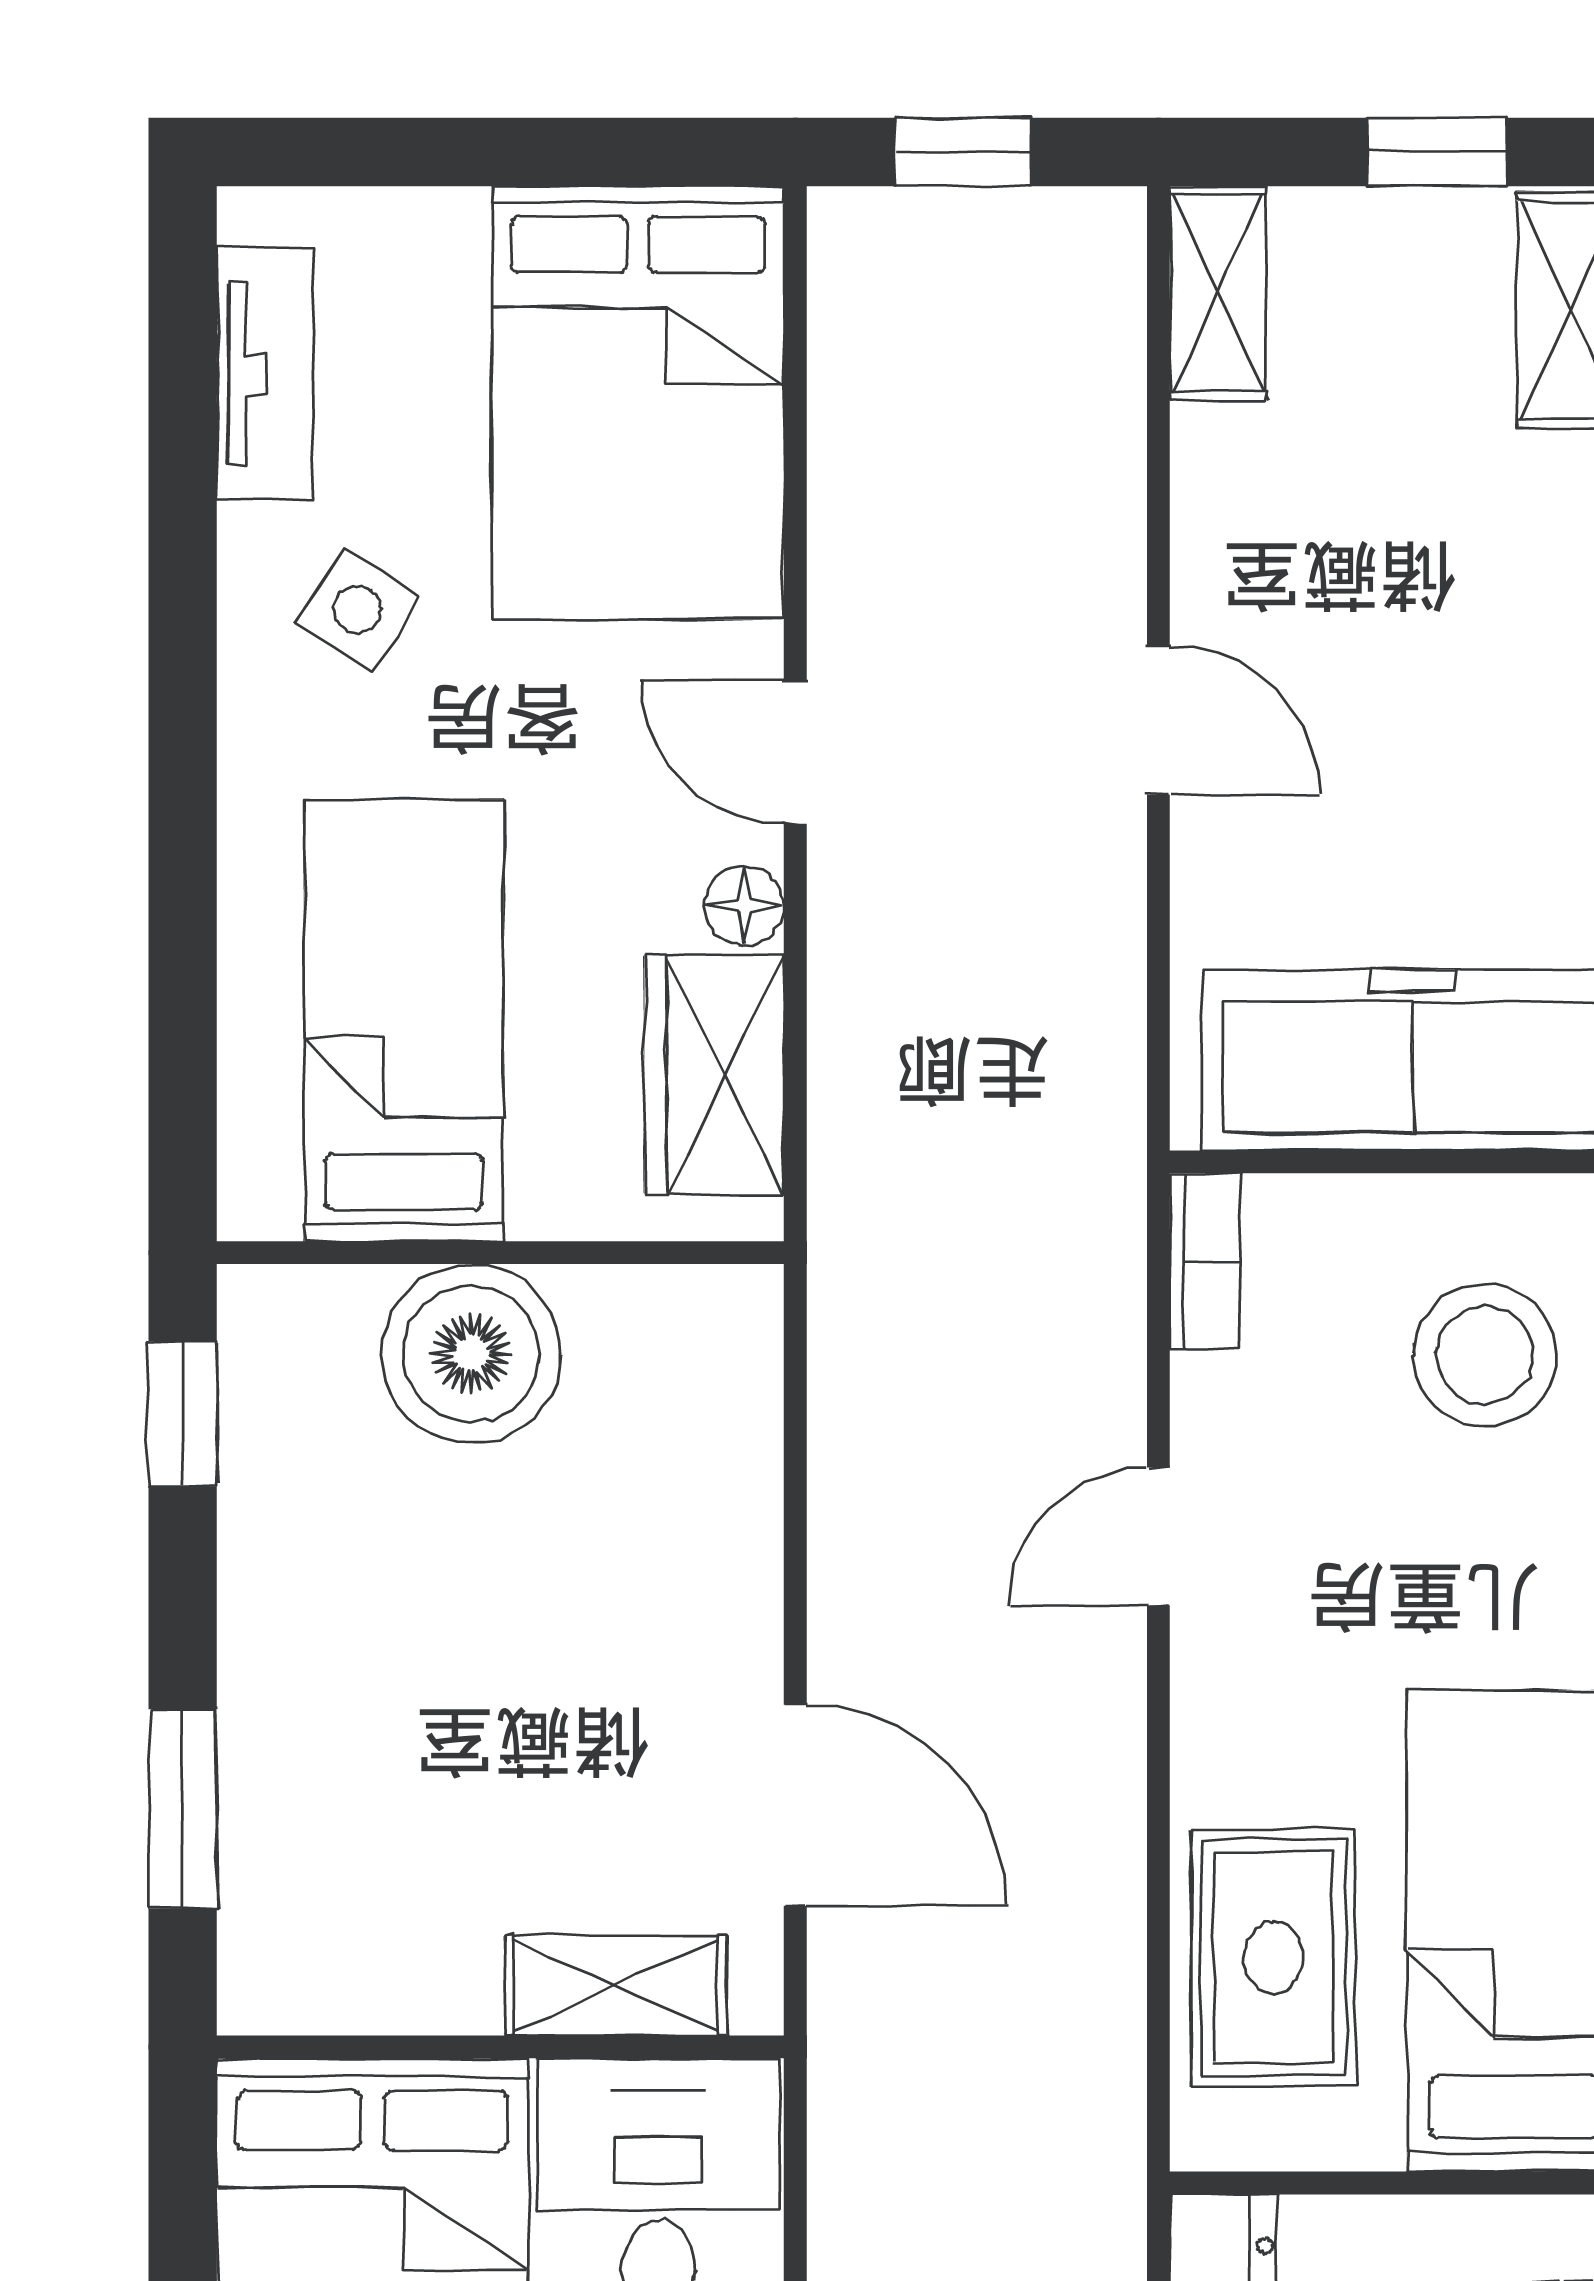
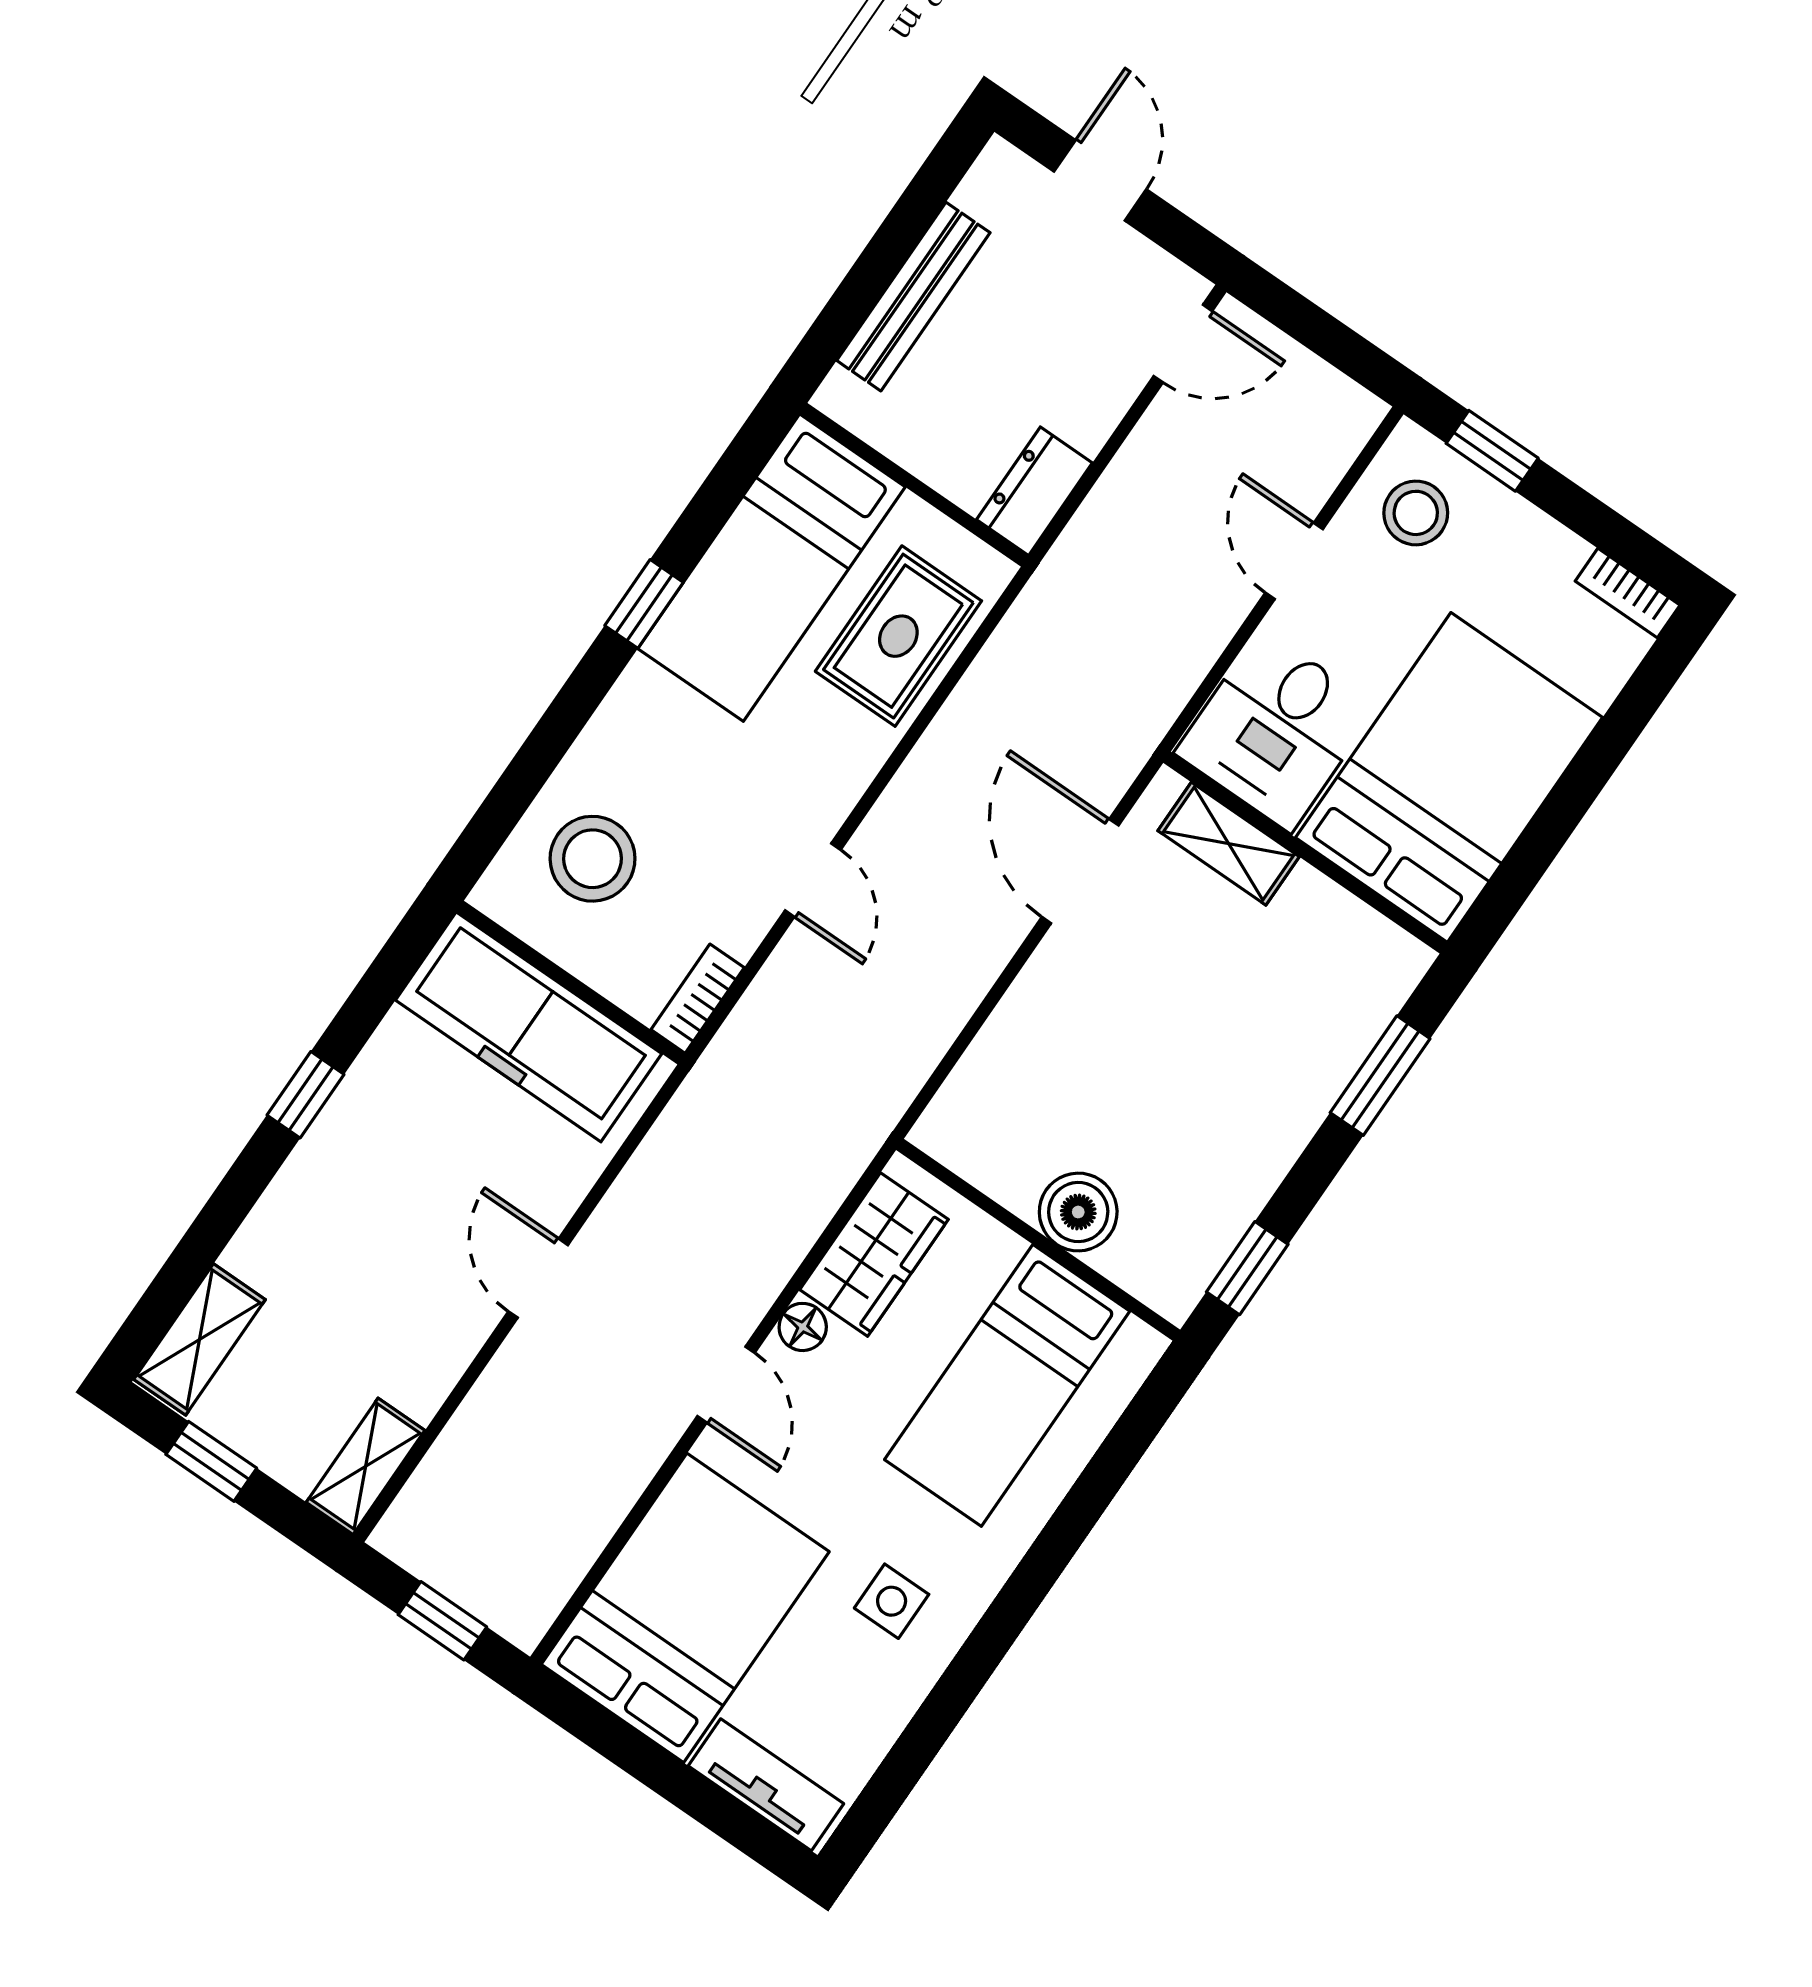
tv unit: (265, 373) -> (766, 1785), moved, turned 90
side table: (358, 610) -> (892, 1601), turned -33
boiler: (471, 1354) -> (1078, 1212), width x0.73, depth x0.73
door: (1158, 1536) -> (813, 880), hinge flipped

